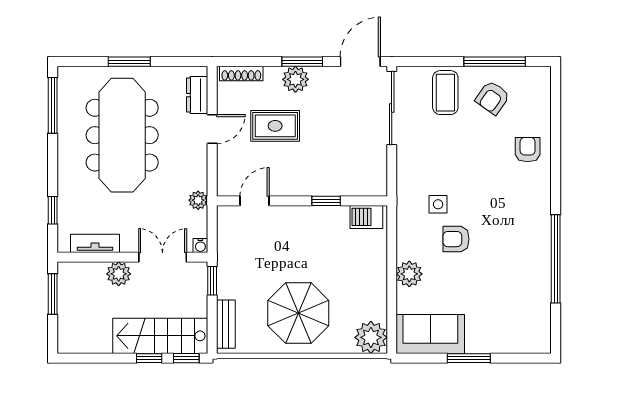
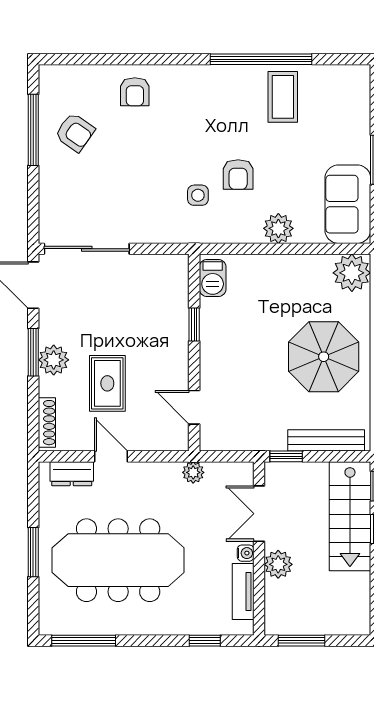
coffee table: (445, 93) -> (283, 97), moved, turned 90
armchair: (528, 150) -> (135, 92), turned -90
water cooler: (200, 245) -> (246, 553), moved
bench: (226, 324) -> (326, 440), width x1.36

